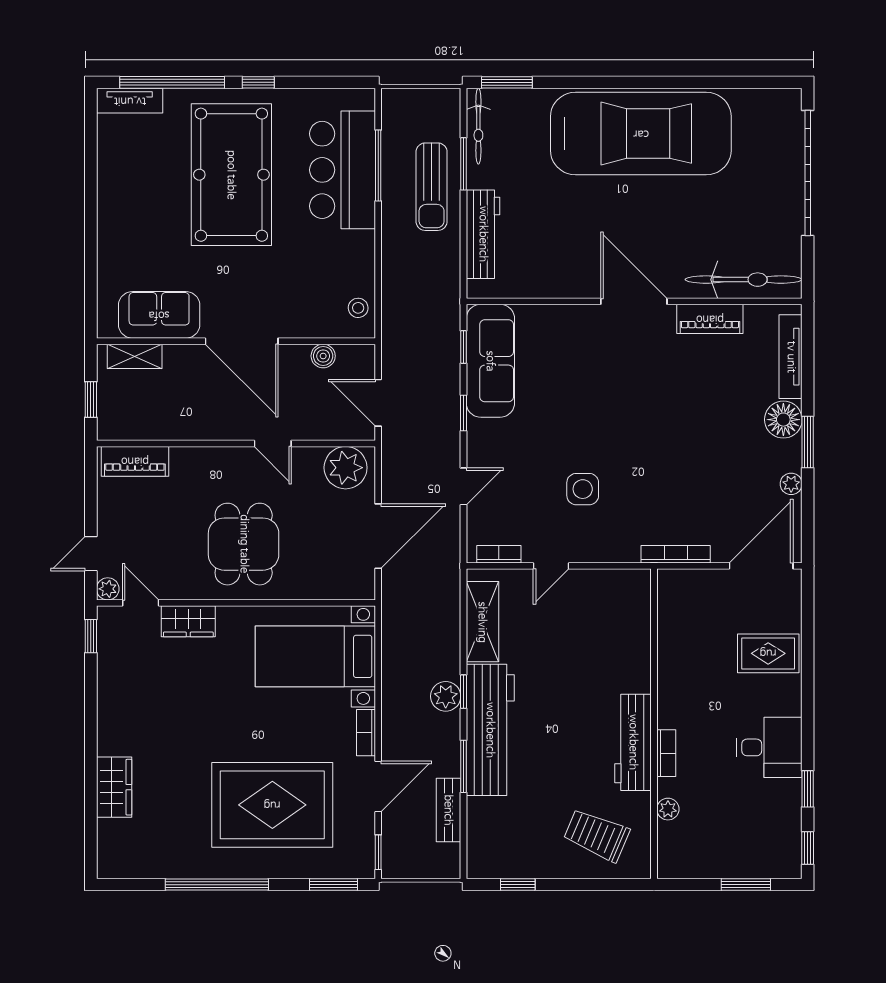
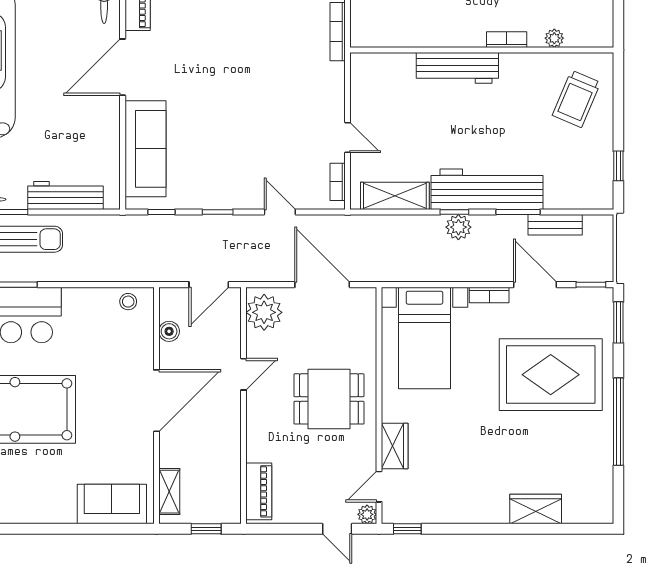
sofa: (159, 315) -> (112, 504), moved, turned 90
sofa: (490, 361) -> (146, 149), moved, turned 90
side table: (583, 489) -> (282, 111), removed
workbench: (633, 742) -> (457, 68), moved
rug: (272, 805) -> (551, 375), turned 90

